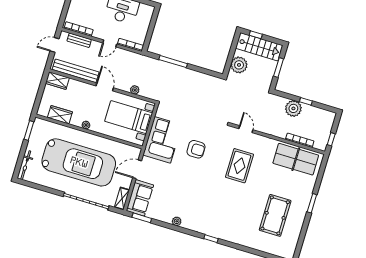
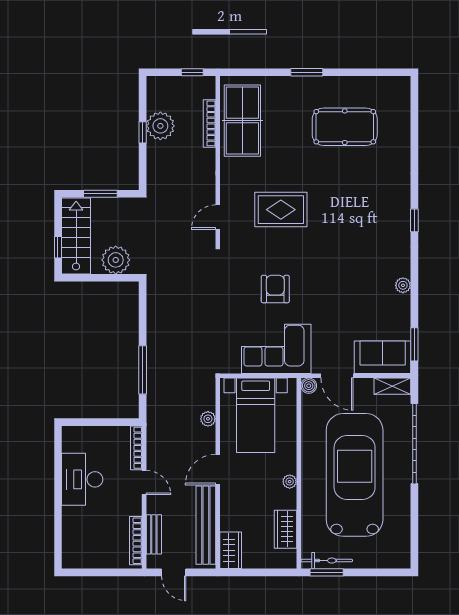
plant: (293, 108) -> (160, 126), moved
boiler: (136, 152) -> (309, 386), added
bicycle: (26, 165) -> (327, 561), moved

